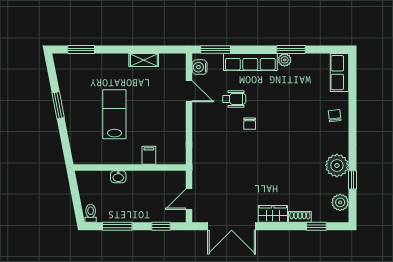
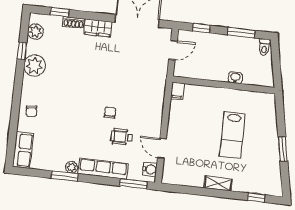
window: (81, 50) -> (256, 198), width x0.67
shelving: (144, 60) -> (218, 184), moved
filing cabinet: (149, 155) -> (178, 91), moved

